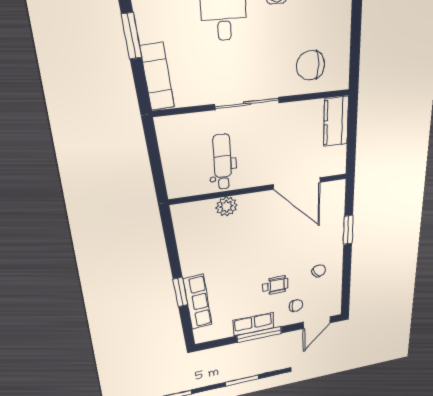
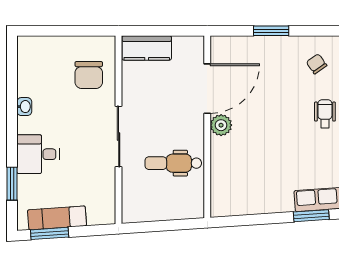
exam couch: (157, 77) -> (57, 218), moved
plant: (226, 206) -> (221, 125), moved

